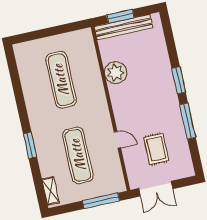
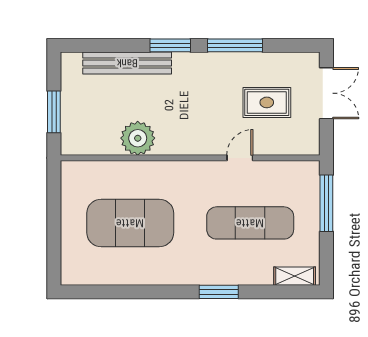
bench: (124, 27) -> (127, 63), moved, turned 90
exercise mat: (61, 80) -> (130, 223), width x1.47
double door: (156, 189) -> (326, 93), moved

